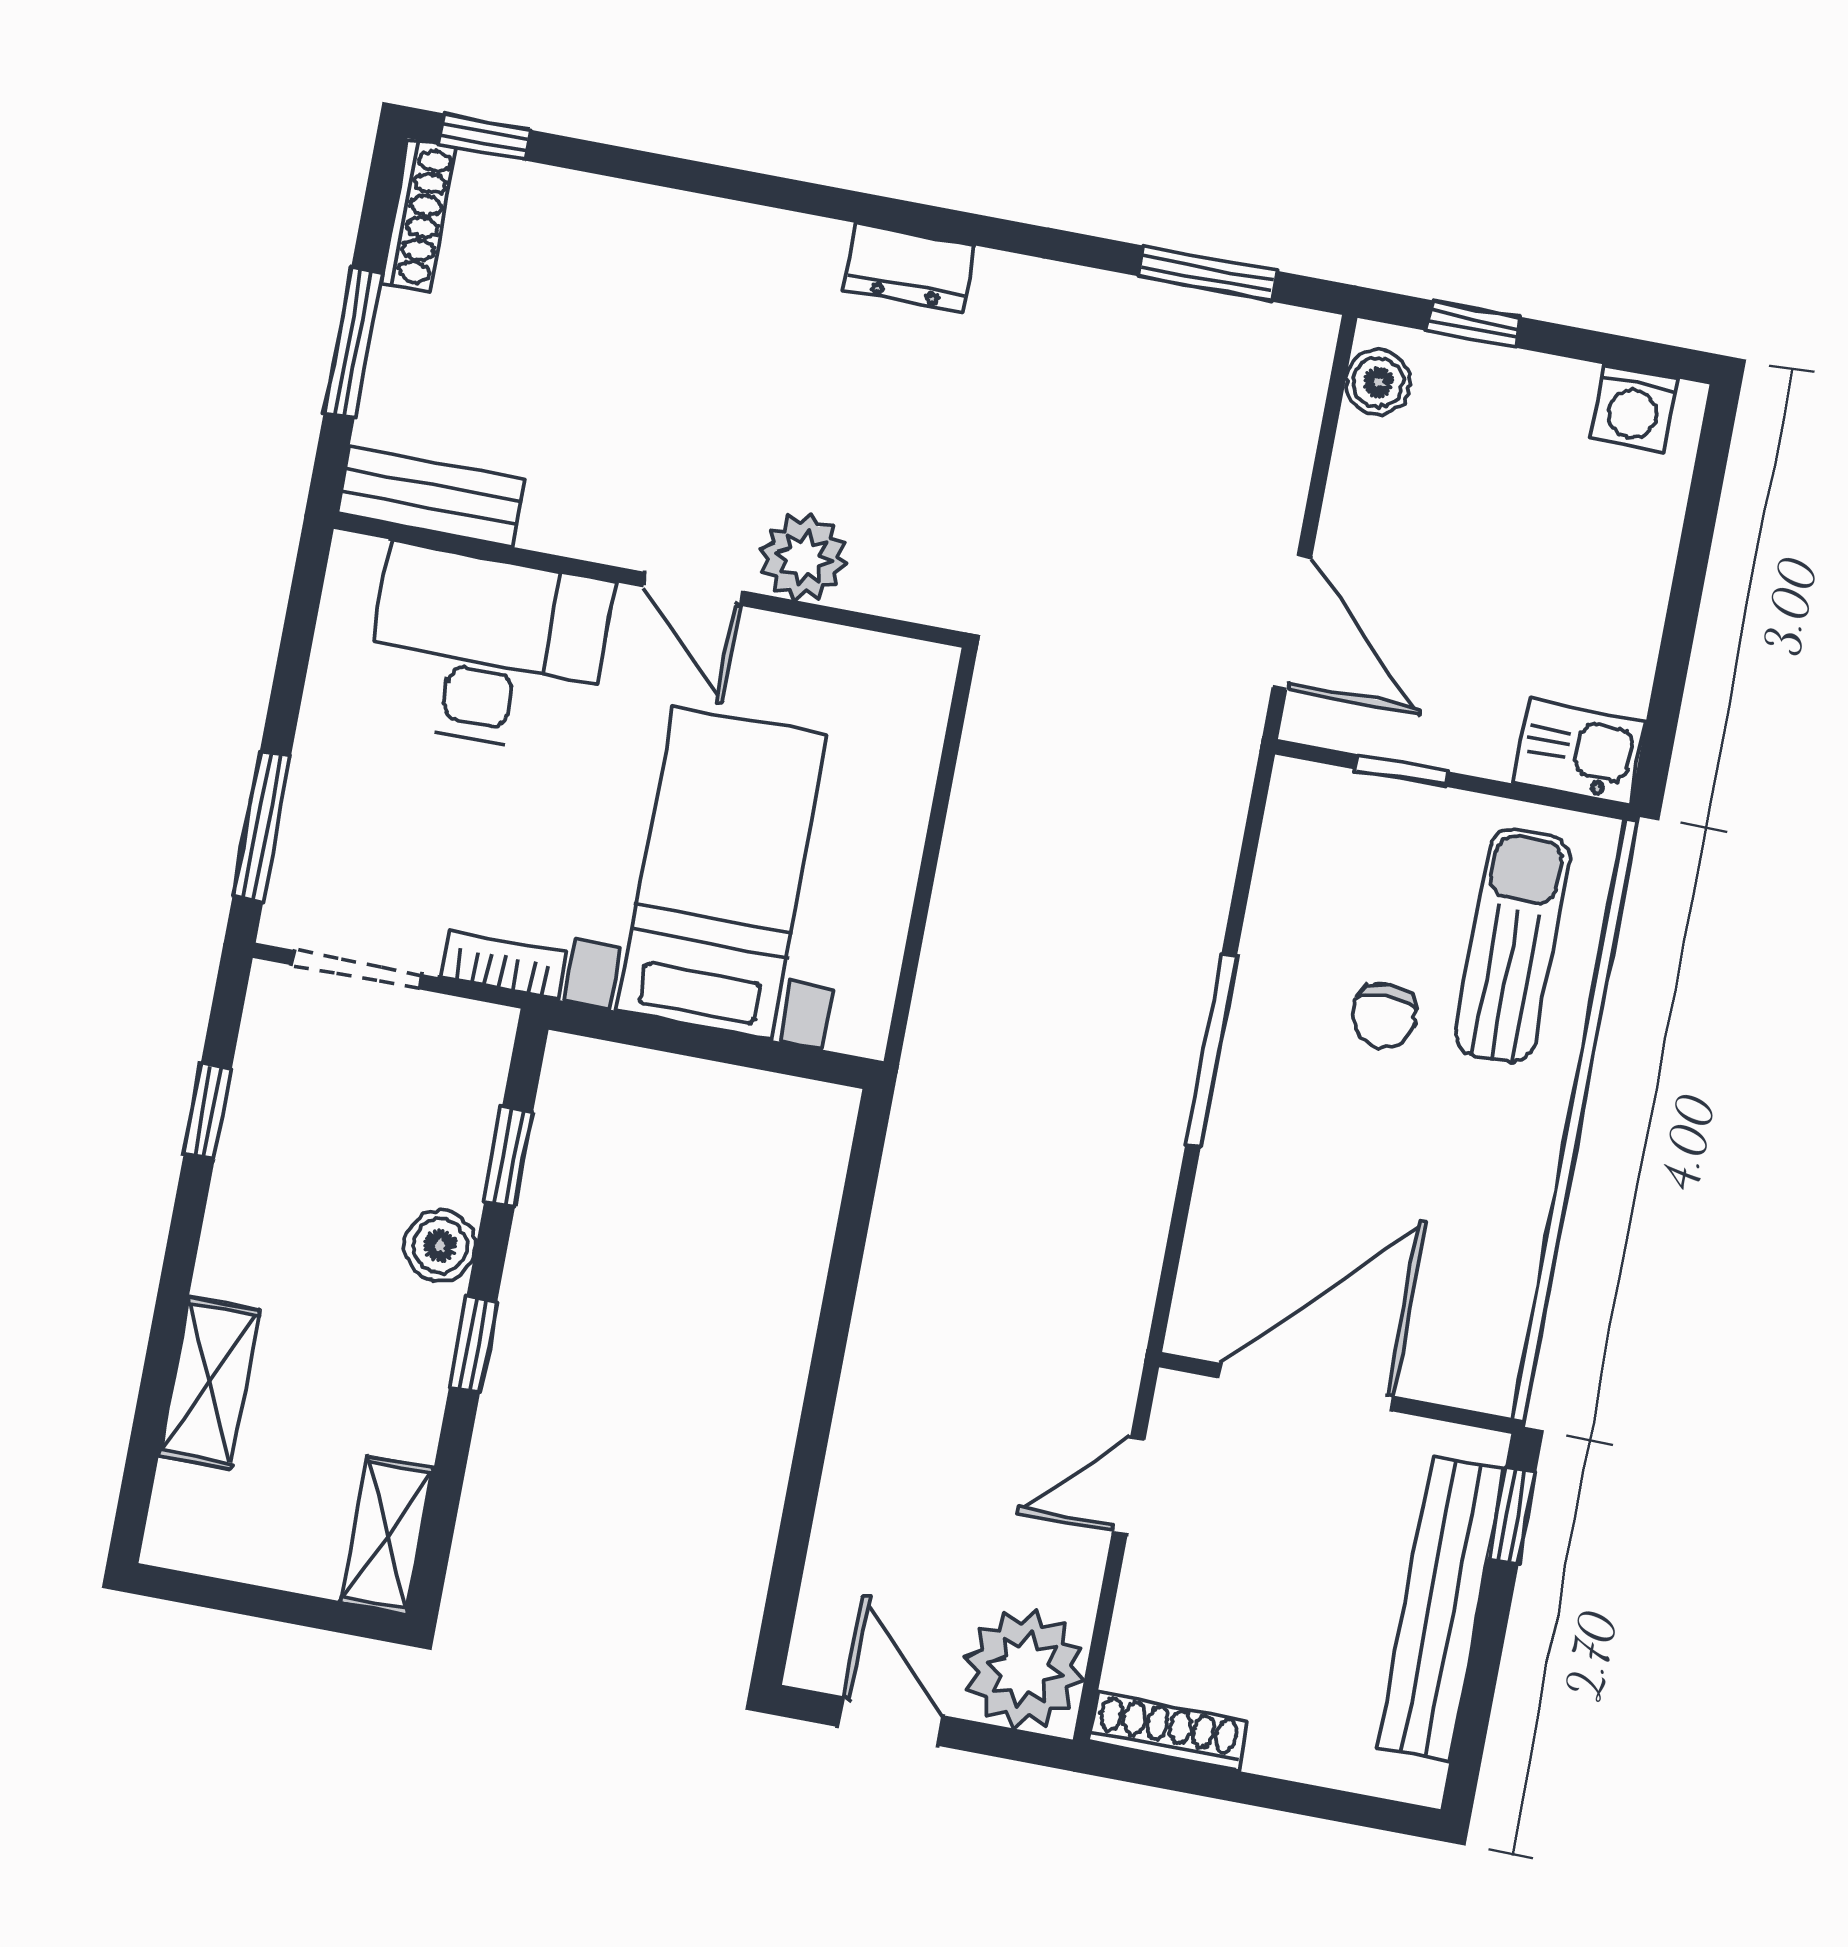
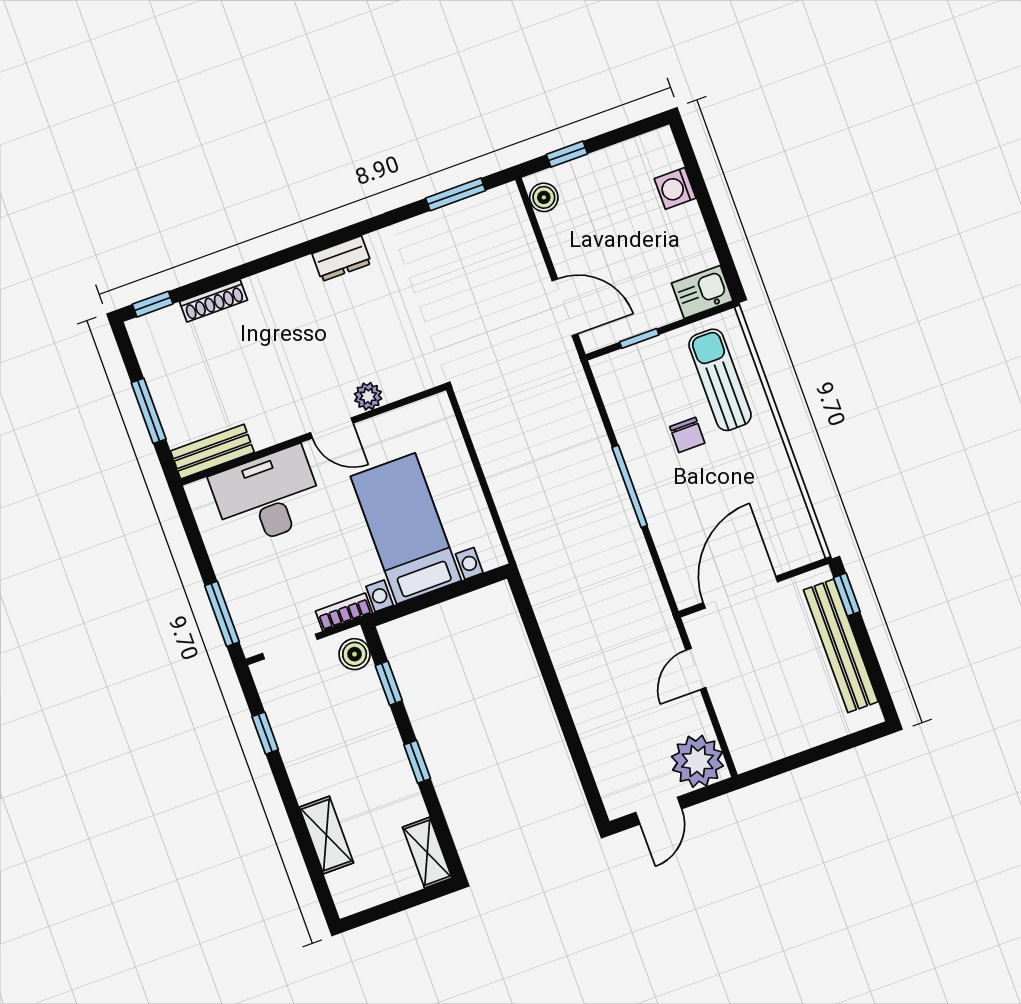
shoe rack: (418, 215) -> (214, 301), moved, turned 90
washing machine: (1633, 408) -> (675, 188), moved, turned 90
plant: (804, 557) -> (368, 396), width x0.73, depth x0.73
boiler: (440, 1246) -> (355, 654), moved
door: (891, 1721) -> (659, 811), swing flipped
shoe rack: (1168, 1731) -> (765, 753), removed

